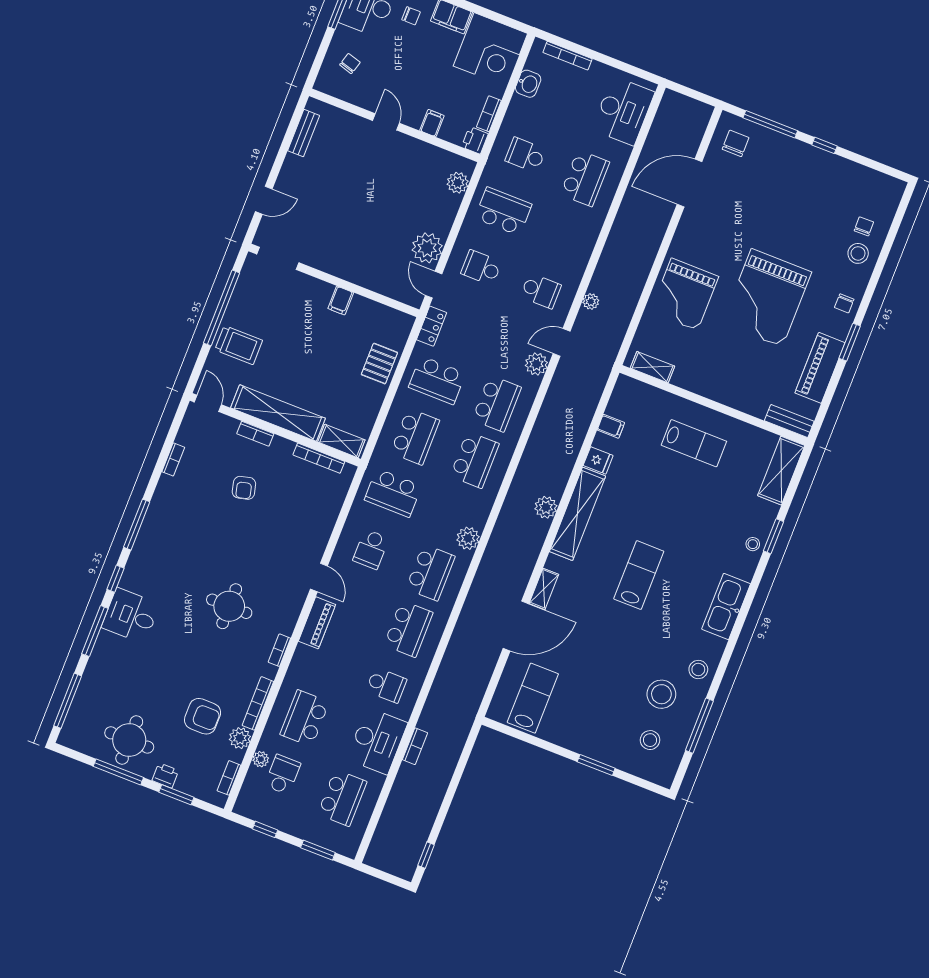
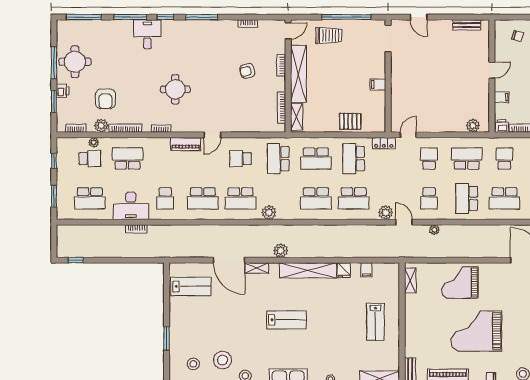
school desk: (503, 211) -> (467, 159), turned -90
school desk: (563, 235) -> (467, 198), added
plant: (427, 248) -> (428, 123), removed
trolley: (239, 345) -> (329, 35), turned -90
plant: (546, 507) -> (281, 251), moved

